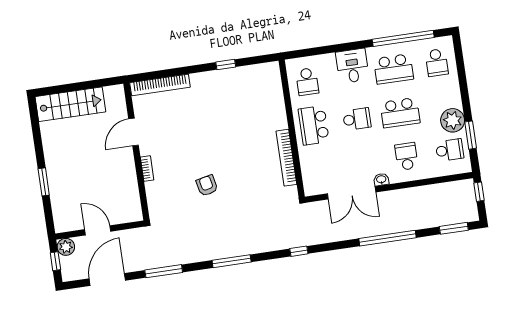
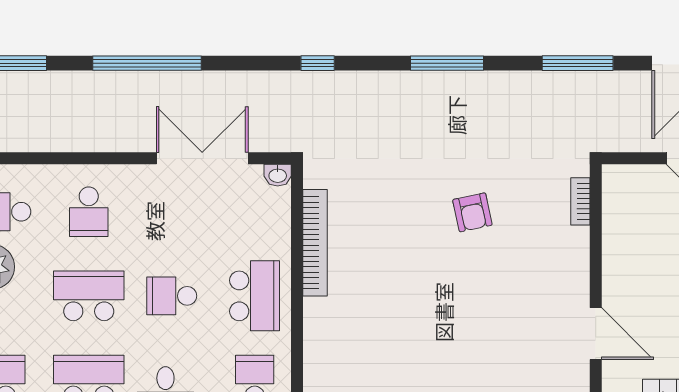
door: (134, 132) -> (596, 334), hinge flipped
bookcase: (147, 169) -> (580, 201), moved
washbasin: (381, 180) -> (278, 175), moved

